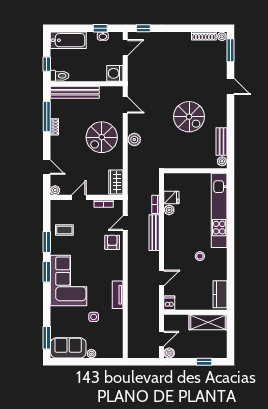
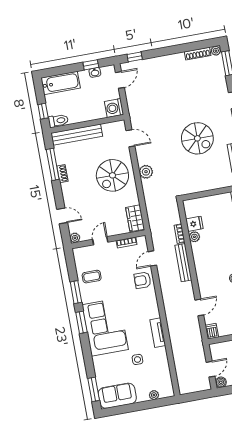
armchair: (112, 242) -> (143, 280), turned -90
plant: (91, 354) -> (154, 395), moved

